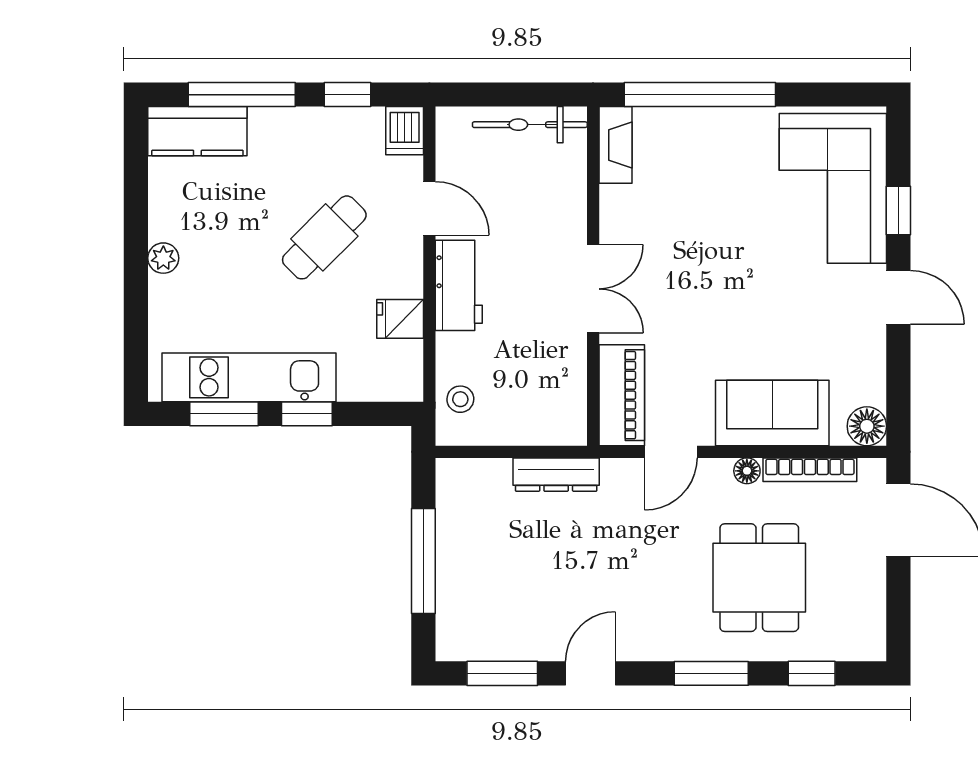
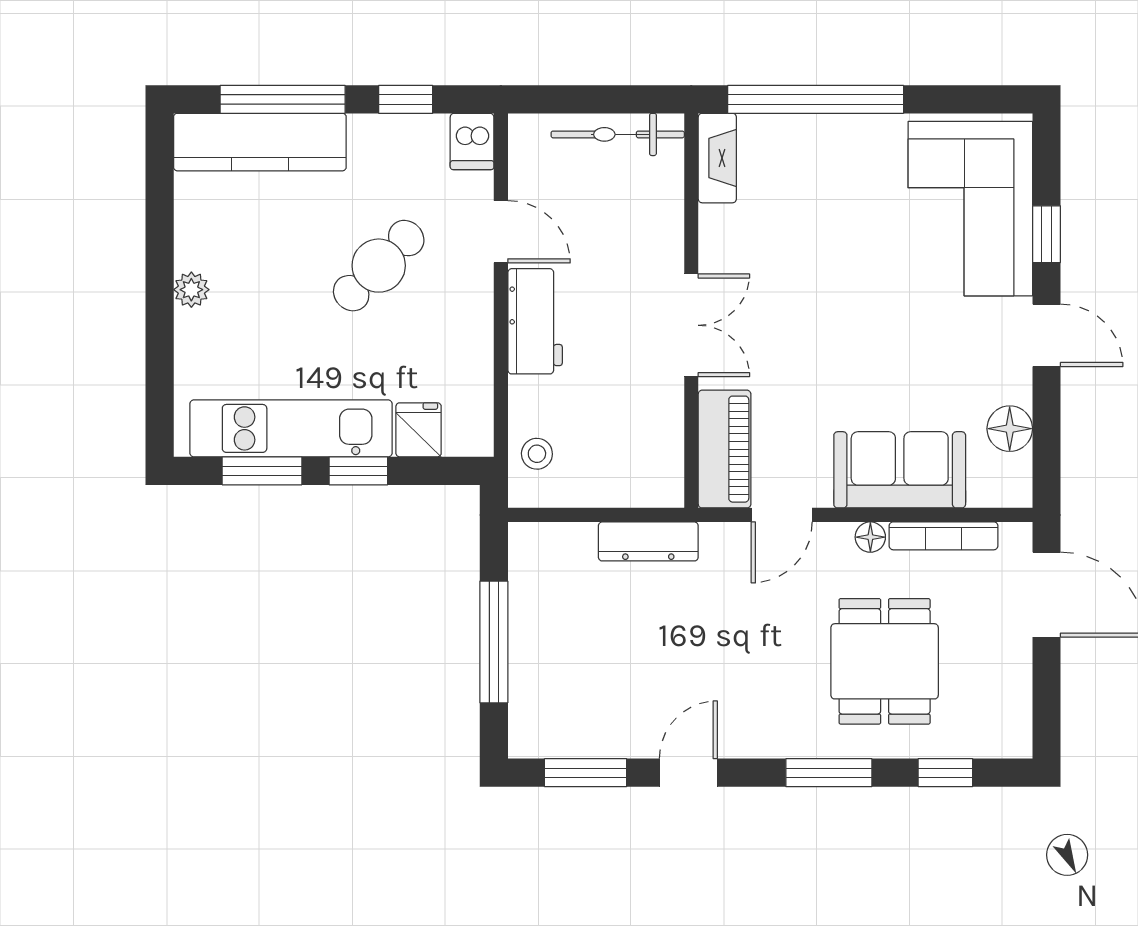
kitchen counter: (197, 131) -> (260, 142), width x1.50
fridge: (400, 319) -> (419, 430), moved, turned 90
floor lamp: (867, 426) -> (1010, 429), moved

